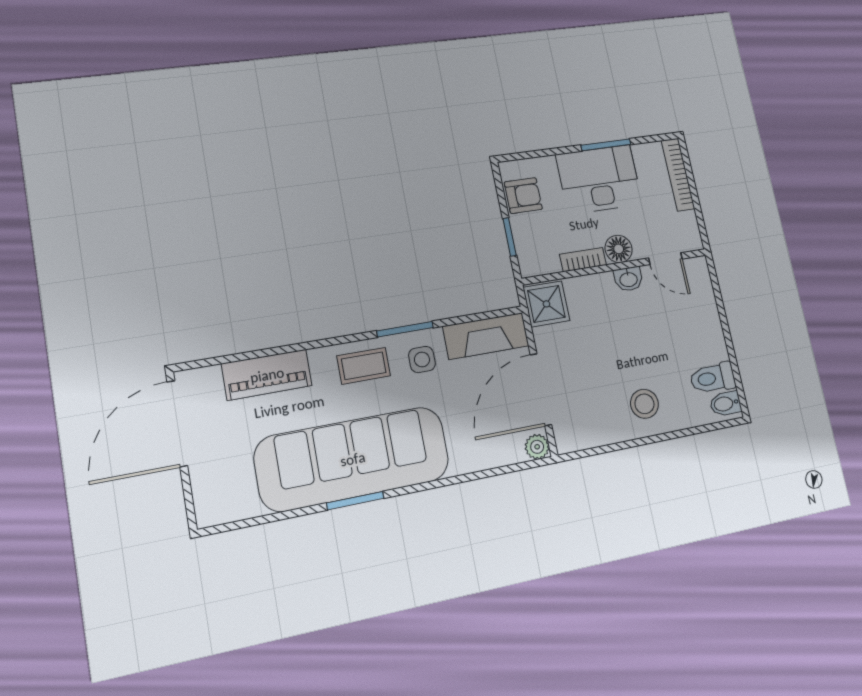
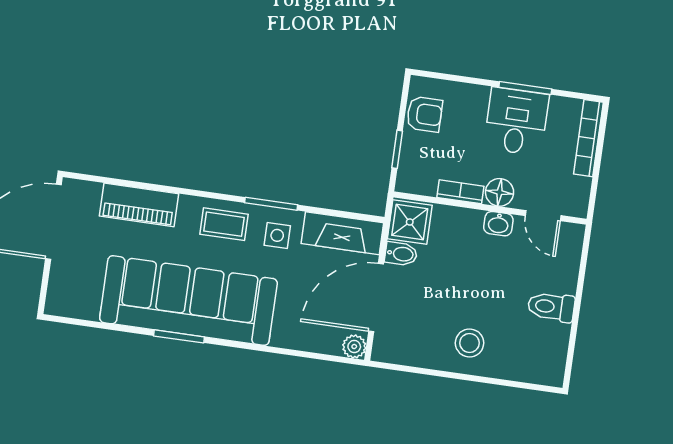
desk: (599, 179) -> (516, 121), width x0.73
toilet: (713, 378) -> (551, 307), moved
bidet: (725, 404) -> (401, 254), moved, turned 180

